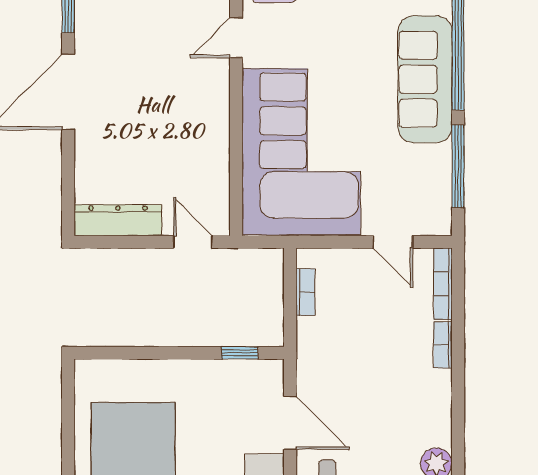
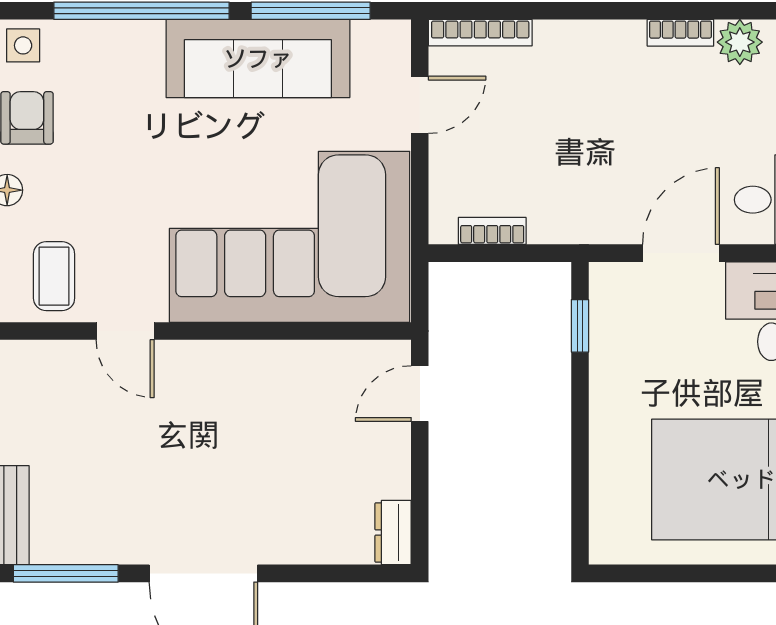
sofa: (425, 79) -> (258, 58), moved
dresser: (118, 220) -> (393, 533), width x0.51, depth x0.80
bookcase: (443, 345) -> (680, 33), moved

